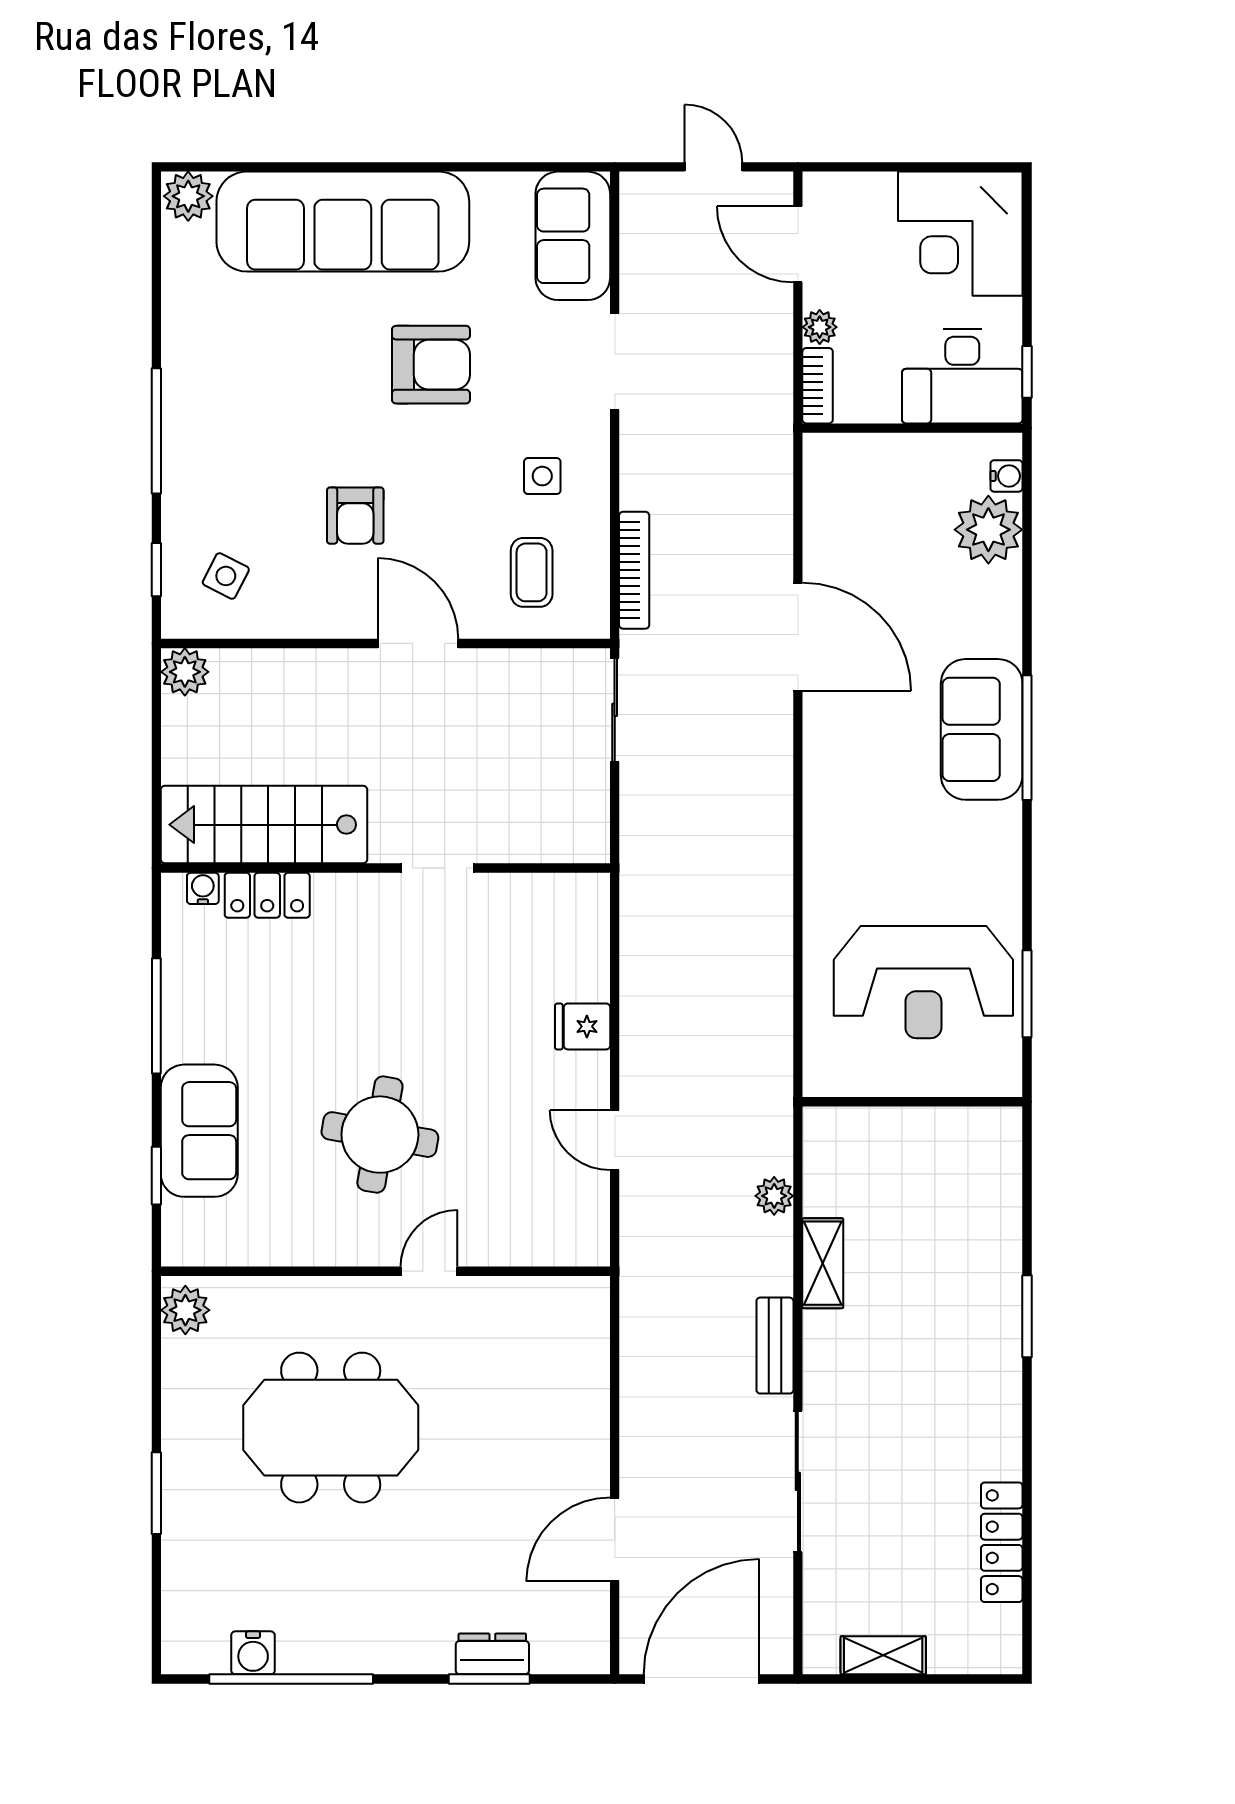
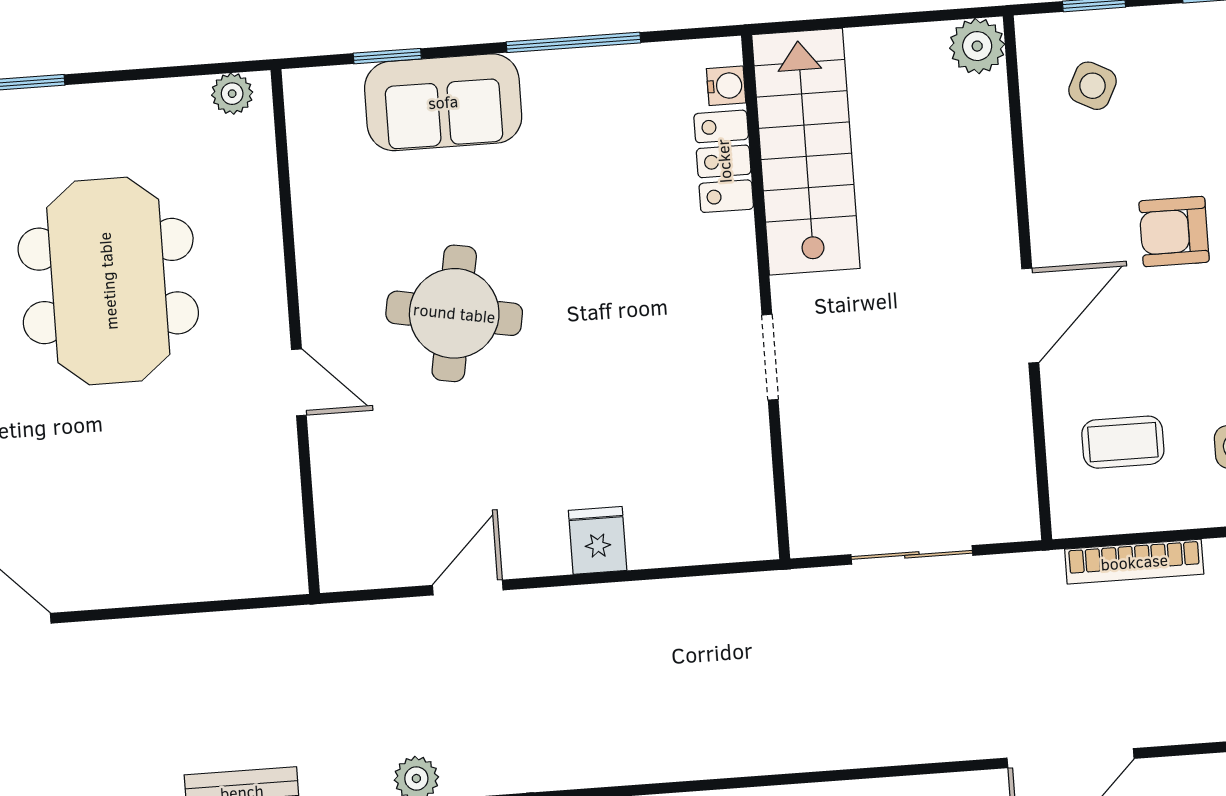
sliding door: (615, 710) -> (912, 555), moved
plant: (185, 1310) -> (232, 94), width x0.73, depth x0.73

